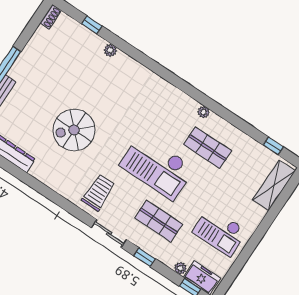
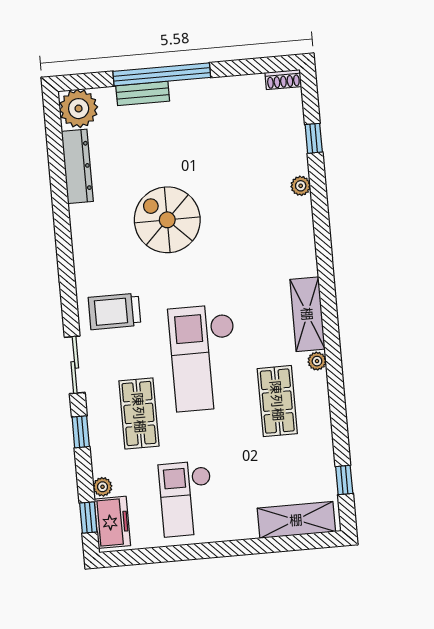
shelving: (177, 98) -> (307, 314), added
trolley: (98, 193) -> (114, 311), turned 180

